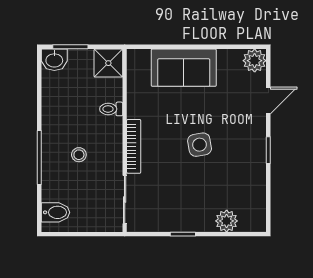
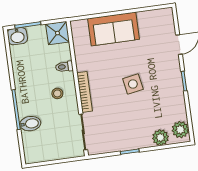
plant: (255, 61) -> (180, 130), moved
stool: (79, 155) -> (57, 93), moved
bidet: (56, 212) -> (30, 124), moved

